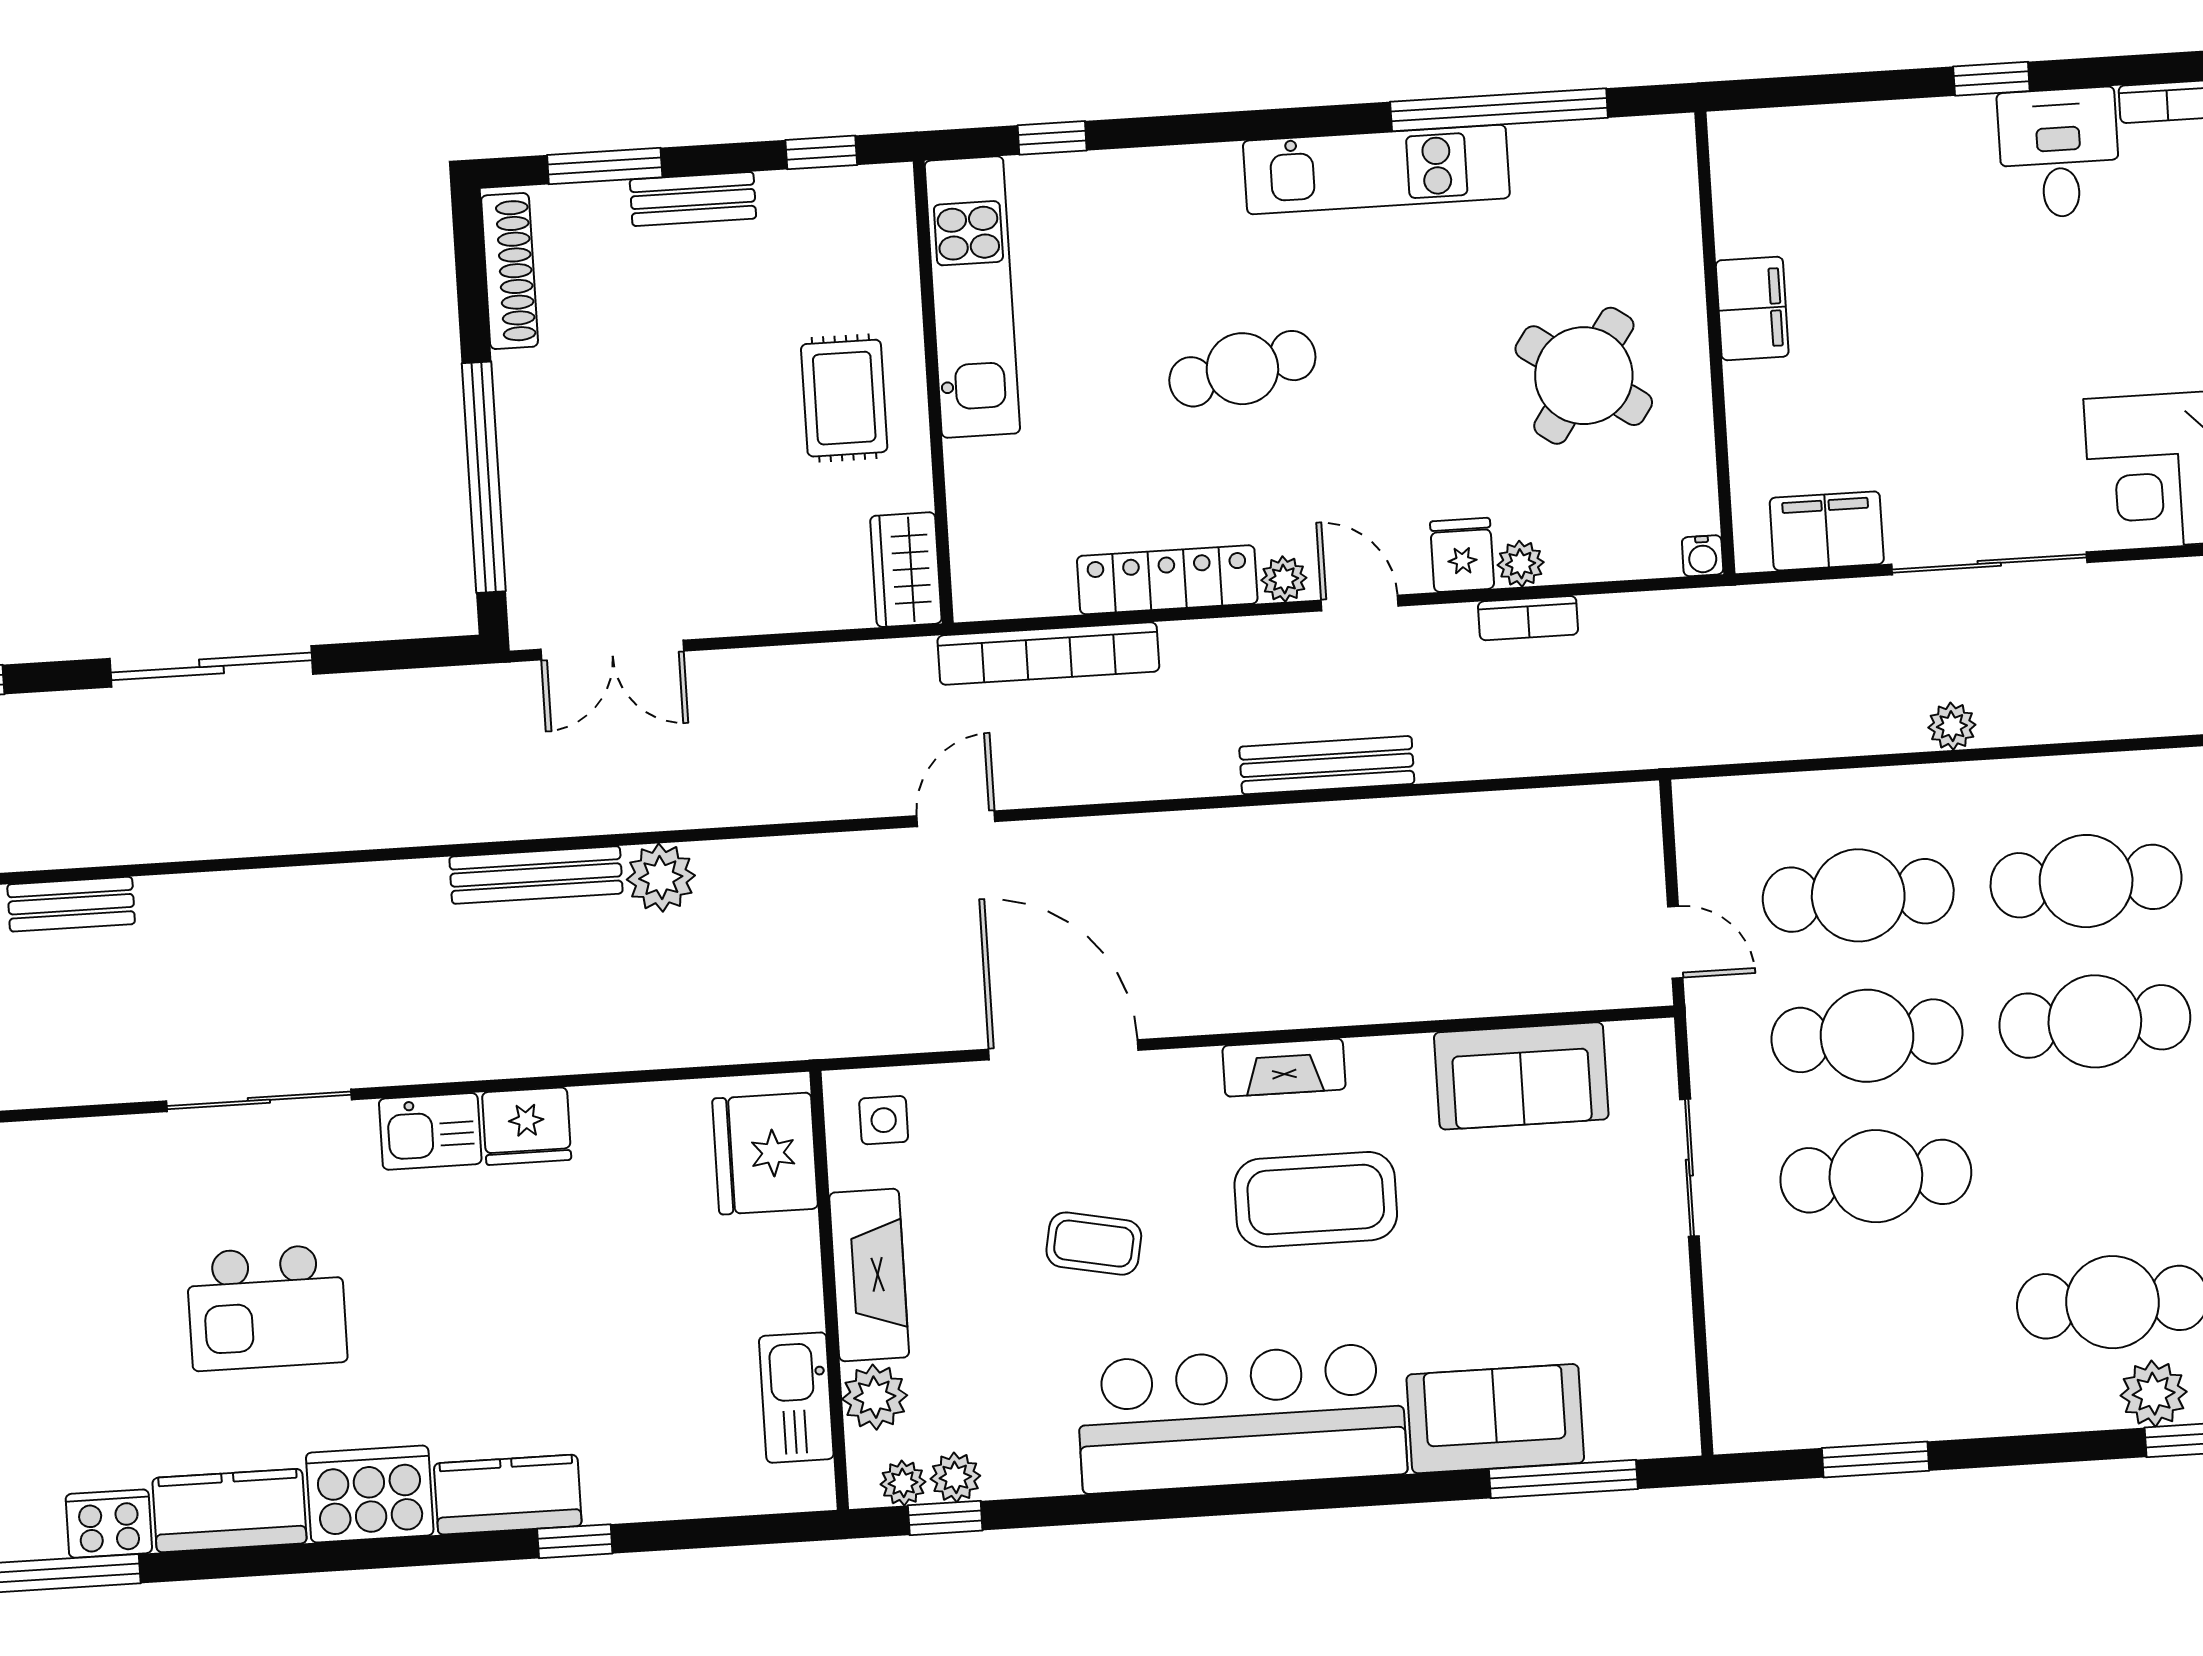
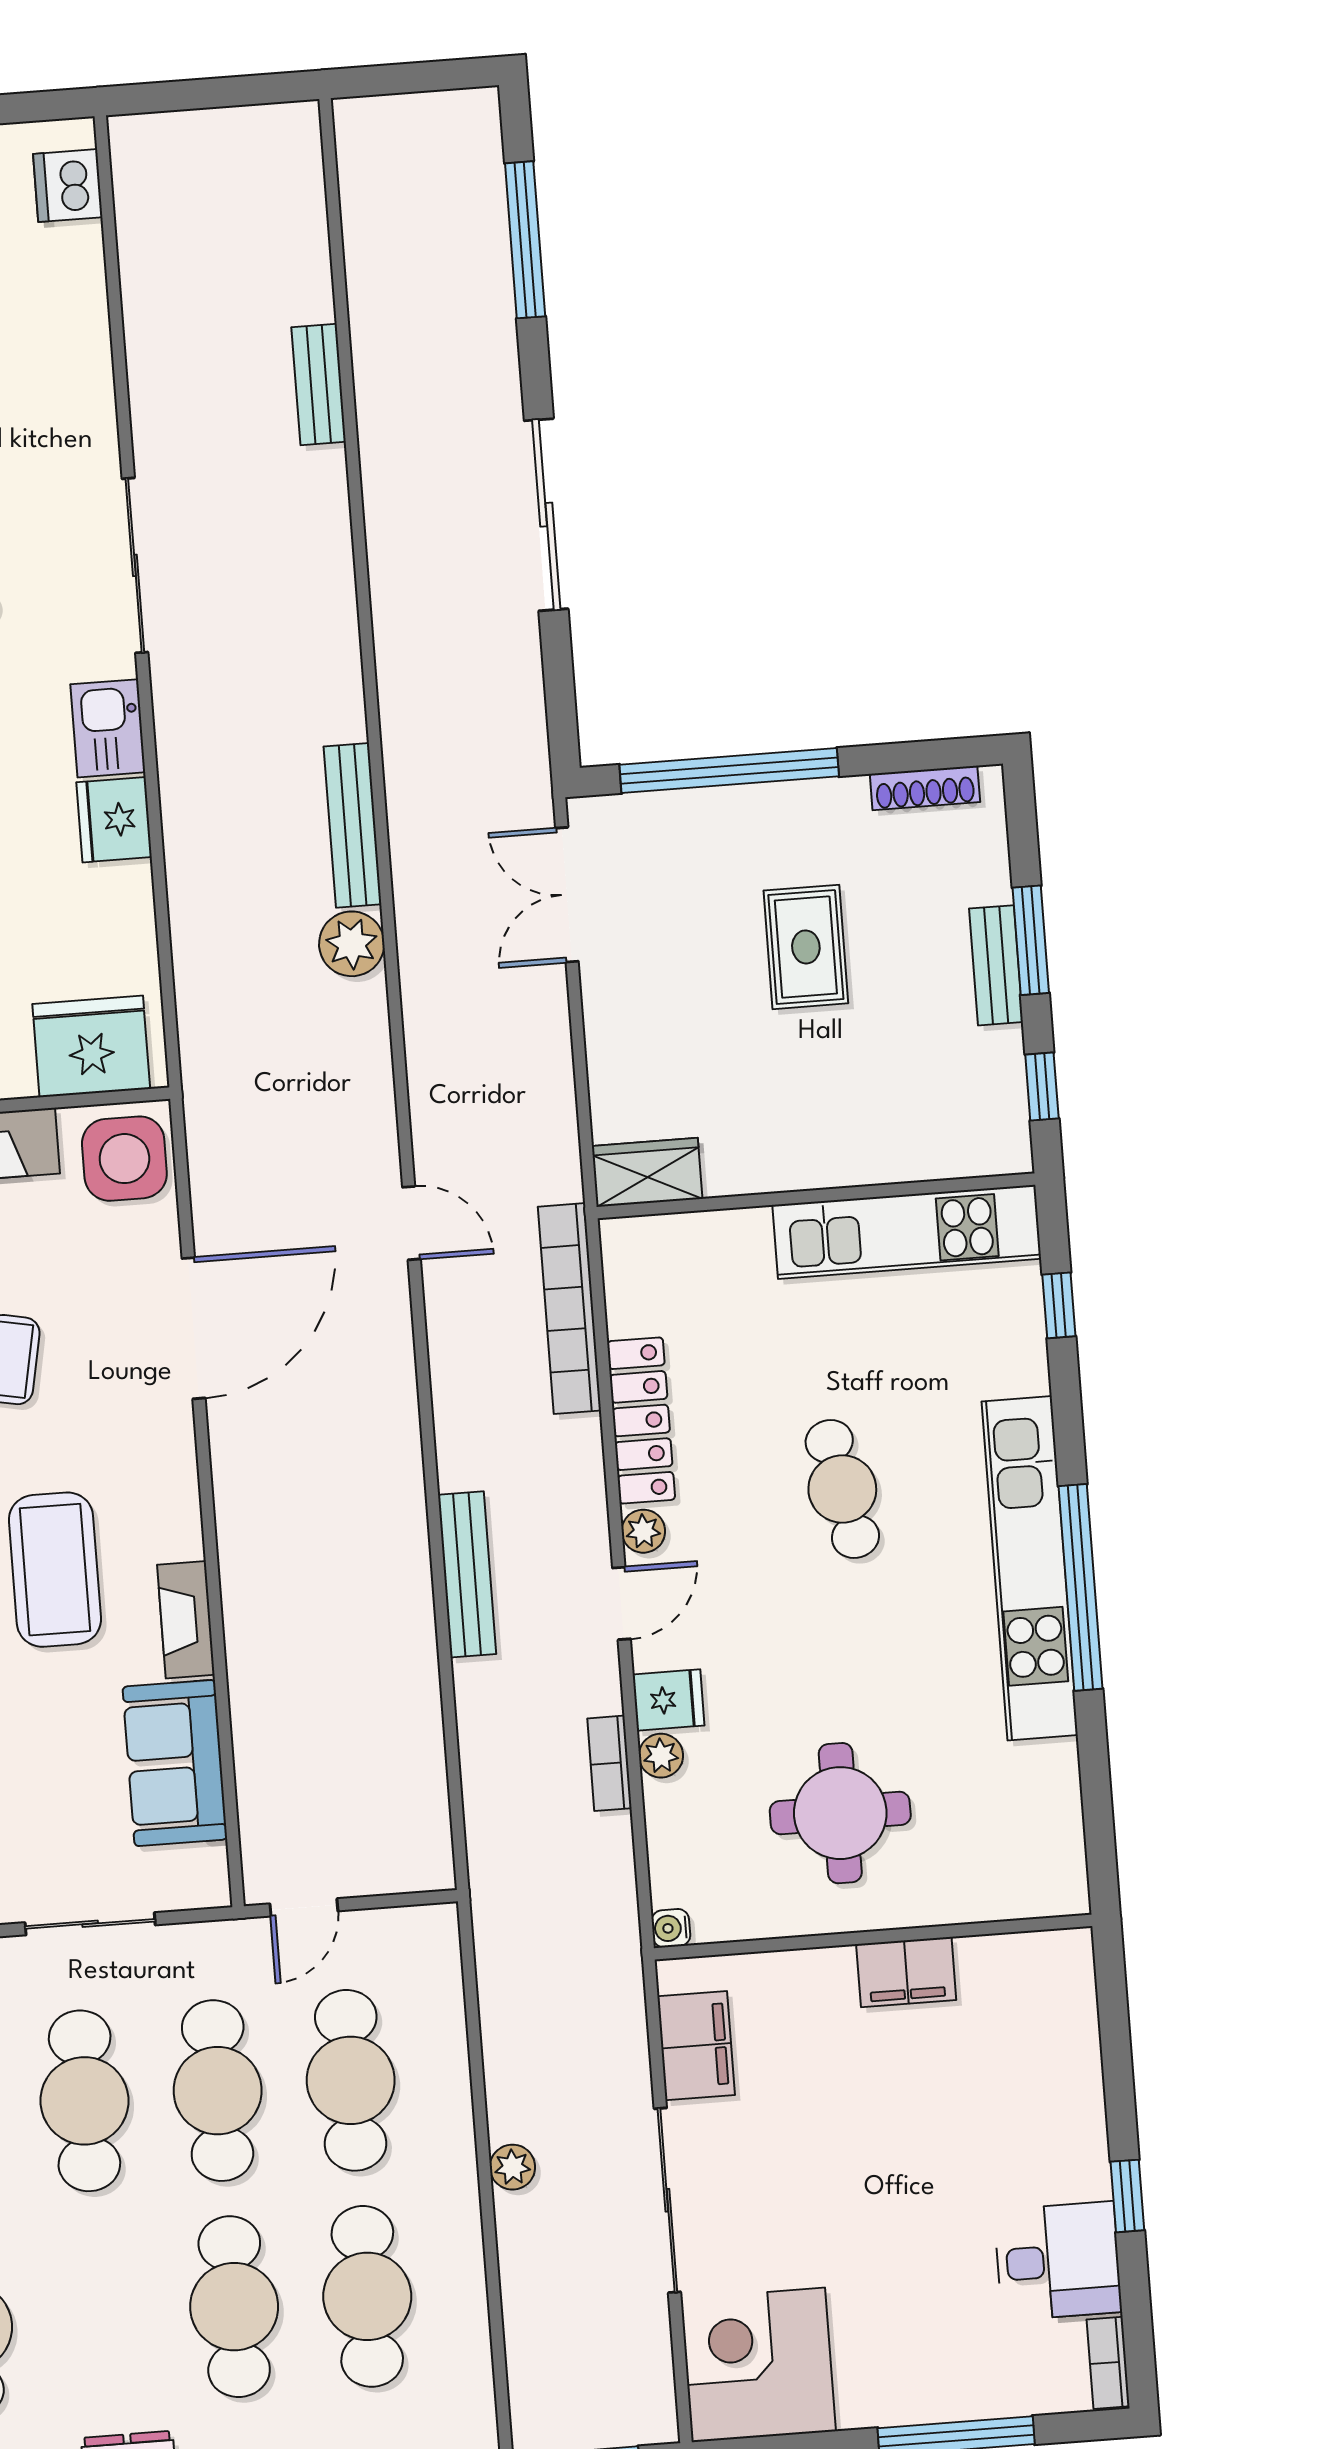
window: (1499, 110) -> (1081, 1587), moved
window: (605, 166) -> (1031, 940), moved
kitchen unit: (1376, 169) -> (1030, 1568), width x1.36
shoe rack: (510, 271) -> (925, 788), width x0.74, depth x0.81
round table: (1584, 376) -> (840, 1813), turned -35
rug: (844, 398) -> (806, 947), moved, turned 90
fireplace: (1284, 1068) -> (186, 1620), moved
side table: (884, 1120) -> (124, 1159), width x1.87, depth x1.87

